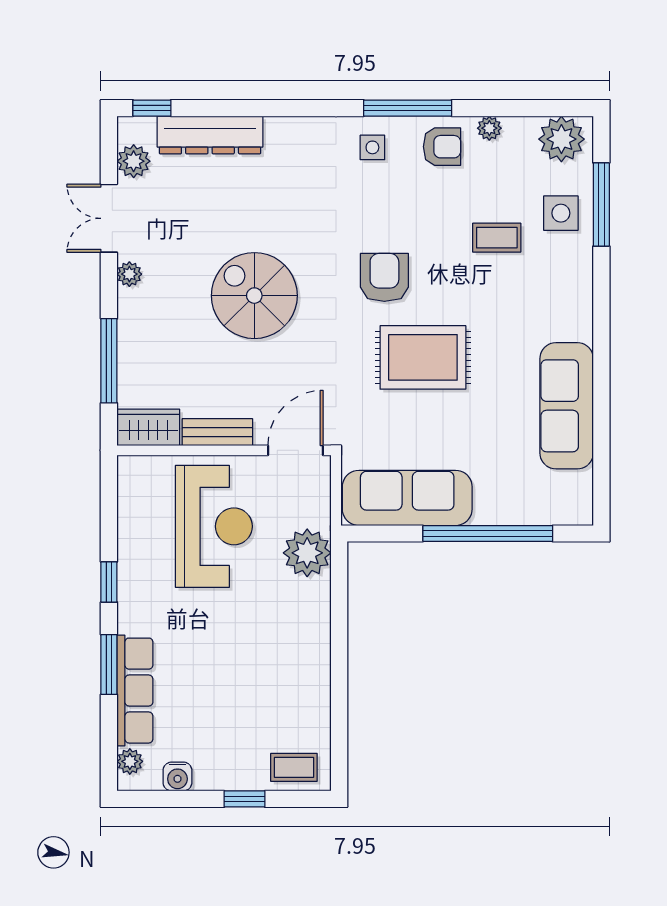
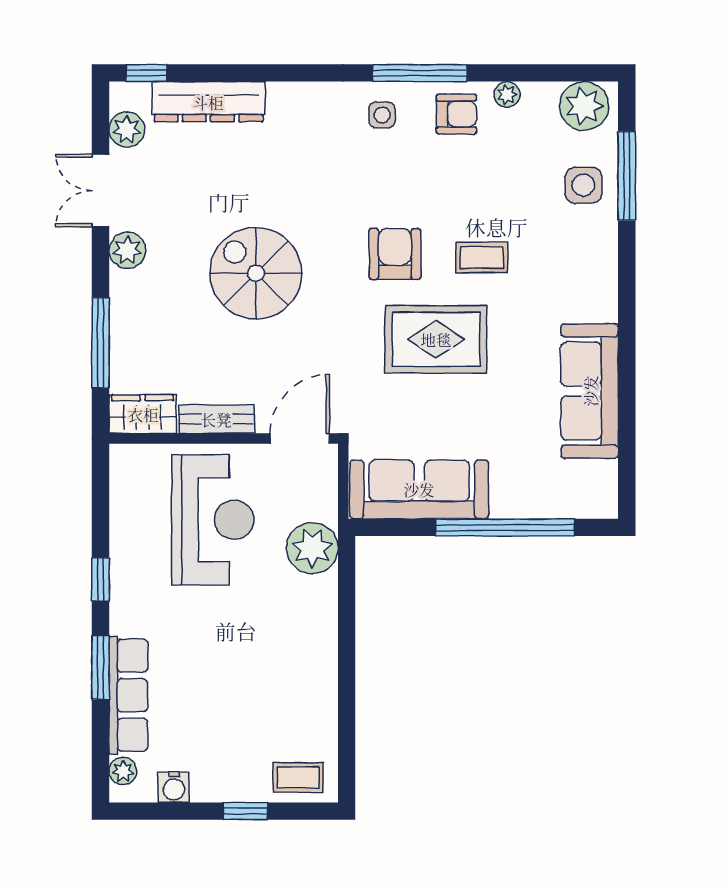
coffee table: (497, 238) -> (482, 257), moved
plant: (129, 274) -> (127, 250), width x1.38, depth x1.38

